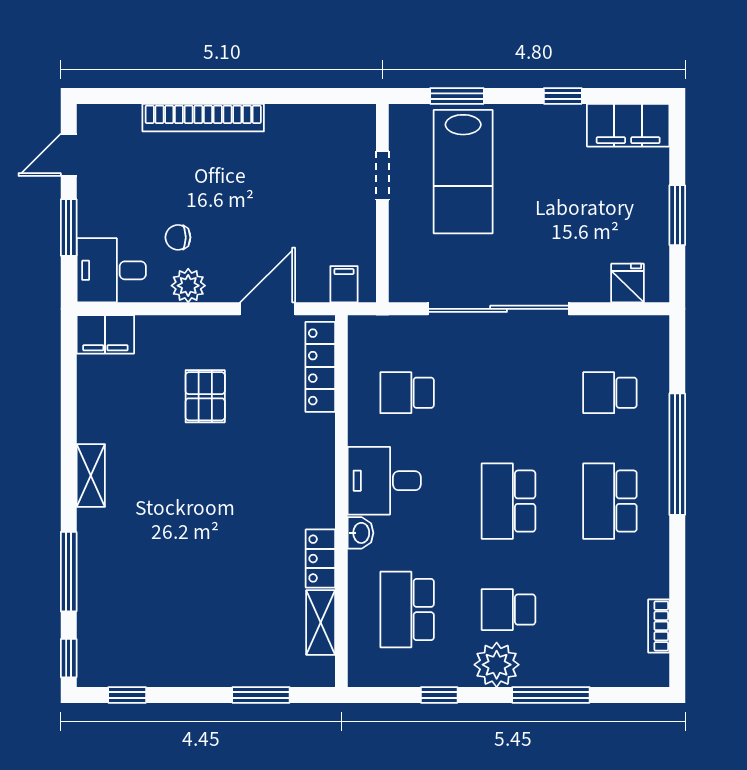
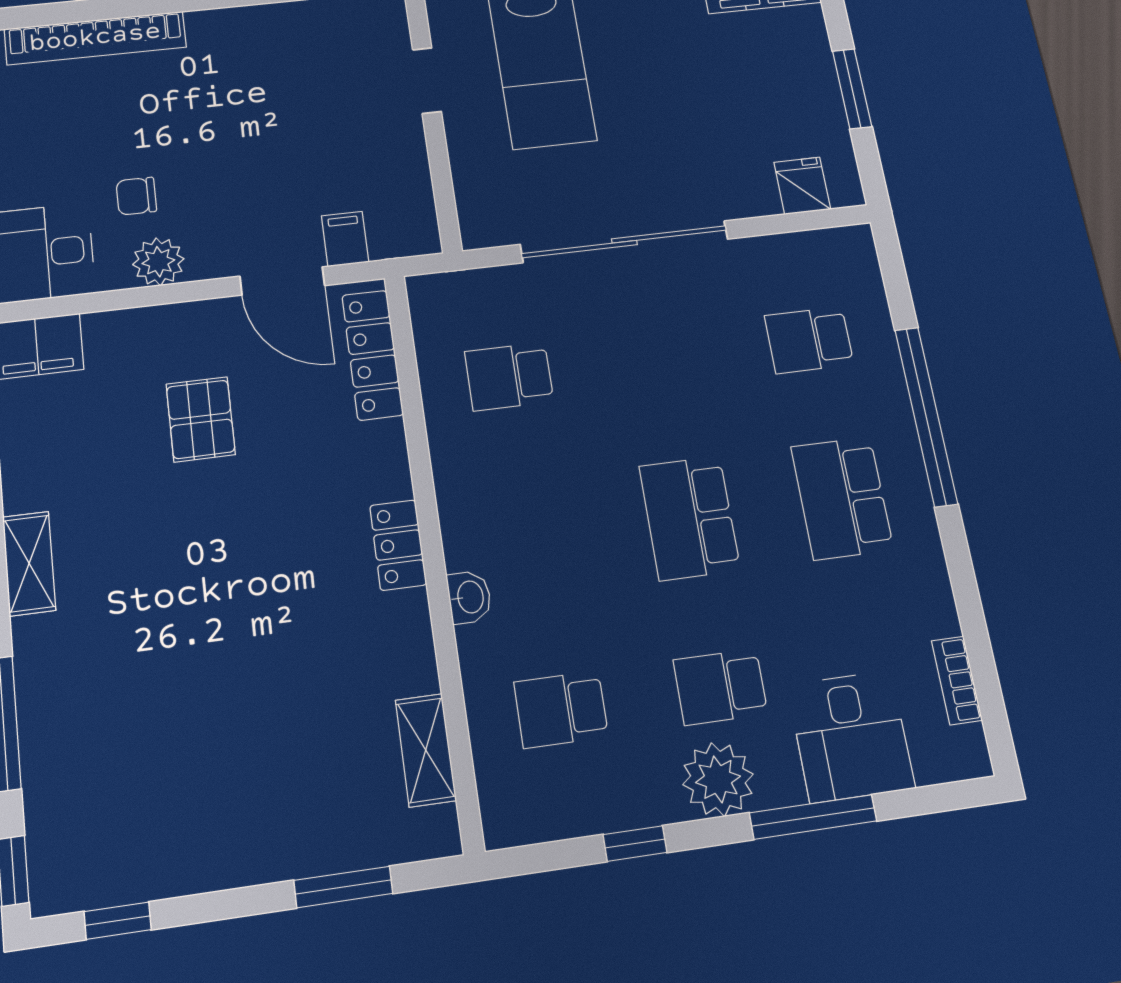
bookcase: (203, 118) -> (95, 38), moved
filing cabinet: (344, 284) -> (345, 239), moved
door: (268, 309) -> (282, 281), swing flipped
desk: (384, 481) -> (851, 736), moved, turned -90
locker: (320, 559) -> (398, 545), moved
school desk: (407, 610) -> (561, 709), width x0.54

